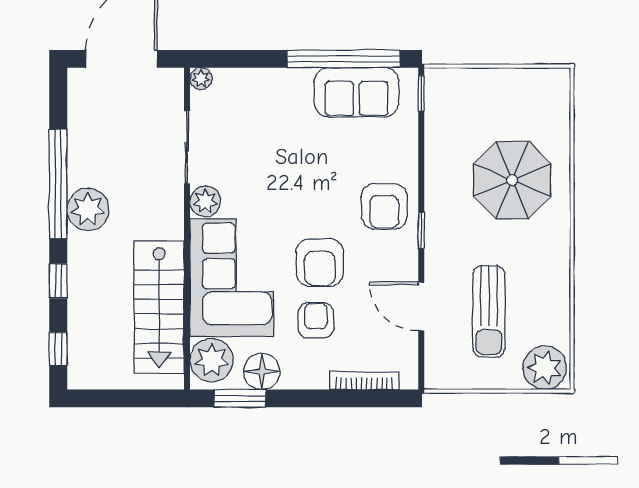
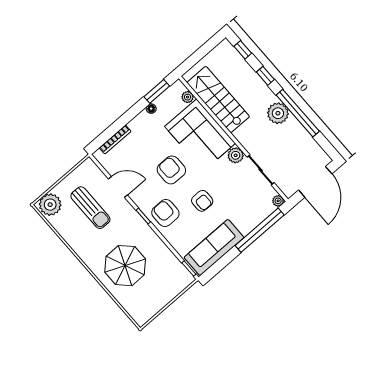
window: (344, 59) -> (260, 230), moved
sofa: (357, 92) -> (214, 247), width x1.36
sun lounger: (489, 311) -> (90, 208), turned 180
armchair: (316, 320) -> (202, 201), moved
plant: (211, 360) -> (188, 97), width x0.53, depth x0.53
floor lamp: (262, 371) -> (151, 109), width x0.53, depth x0.53

